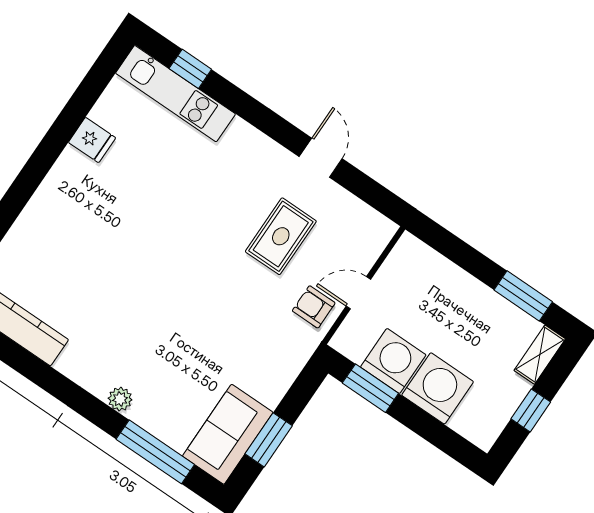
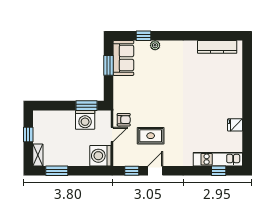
door: (321, 158) -> (155, 171), swing flipped
window: (369, 191) -> (132, 171), added
rug: (281, 236) -> (151, 136), turned 90
washing machine: (438, 388) -> (100, 156), moved, turned 90
plant: (120, 399) -> (155, 45), moved
window: (155, 452) -> (143, 36), width x0.46

